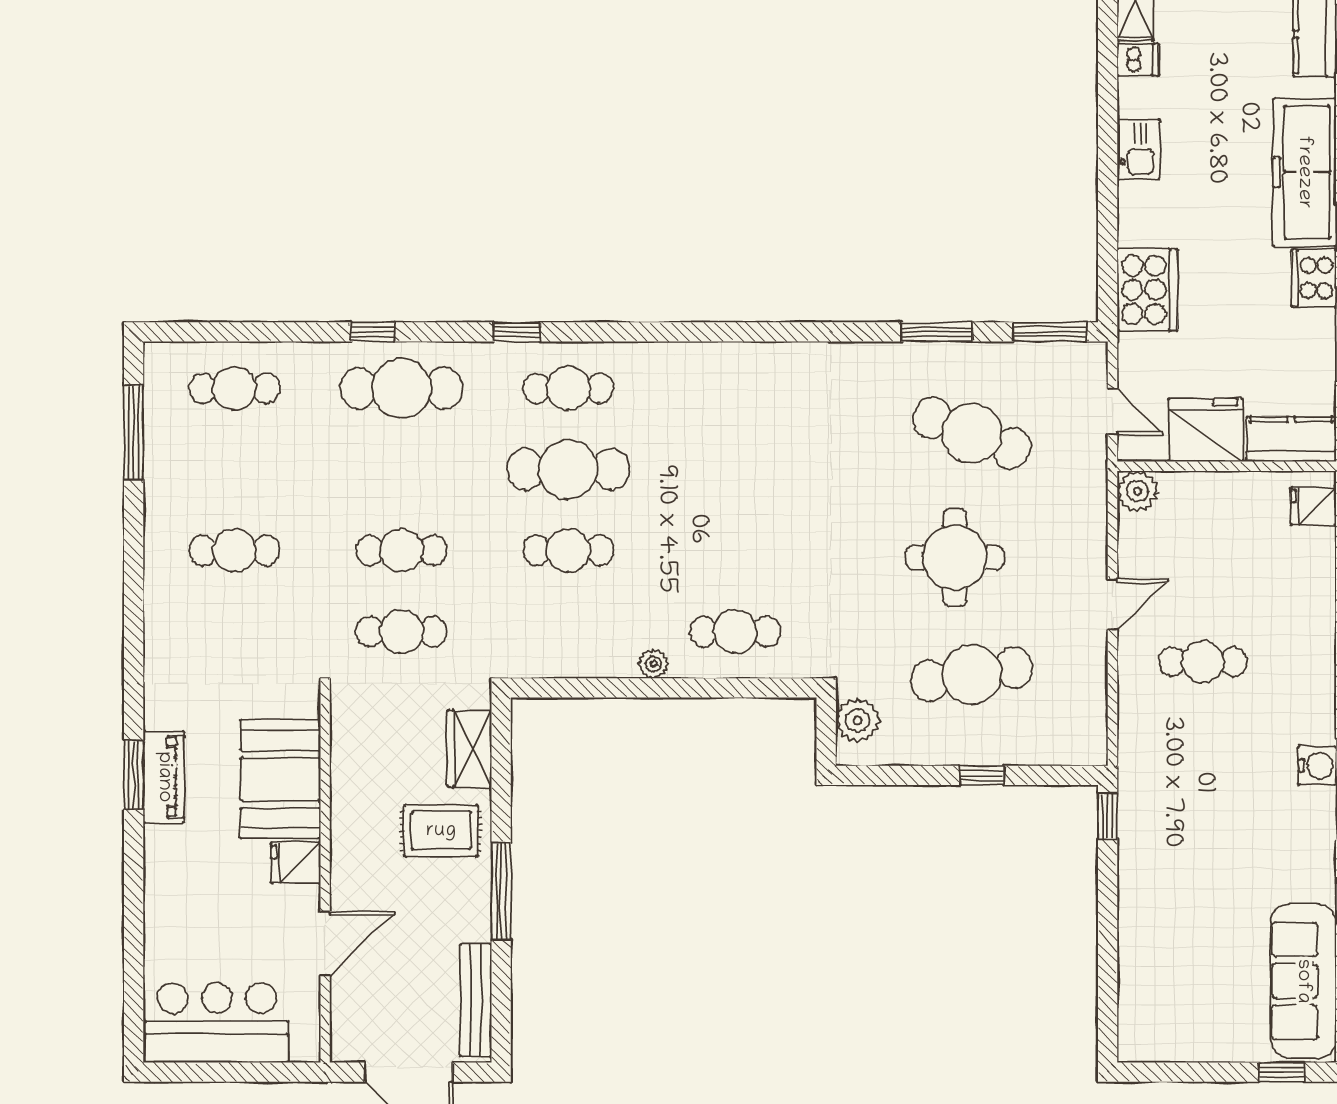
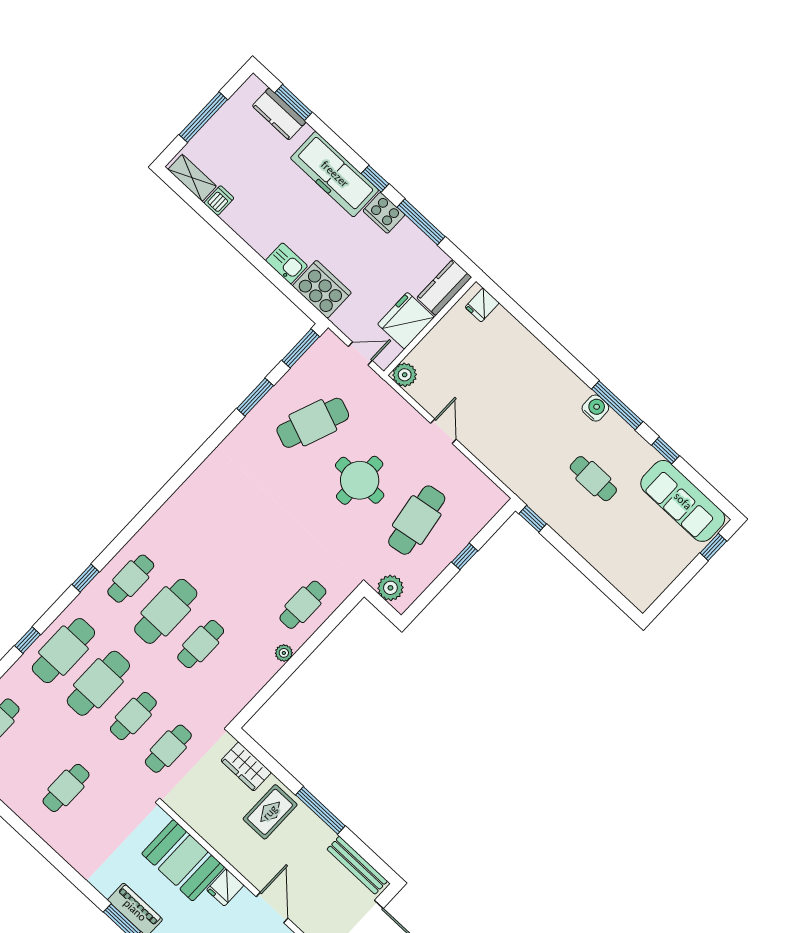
kitchen sink: (1139, 149) -> (287, 263), moved
cafe table: (401, 469) -> (98, 683), added
cafe table: (1203, 662) -> (593, 479), moved, turned 90

